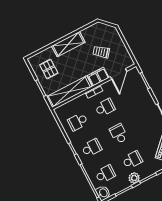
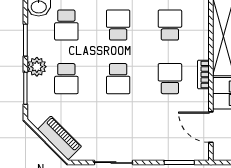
school desk: (105, 108) -> (170, 79), turned 180
school desk: (119, 134) -> (118, 79), turned 90
school desk: (92, 148) -> (118, 25), turned 180

